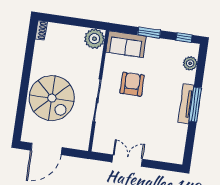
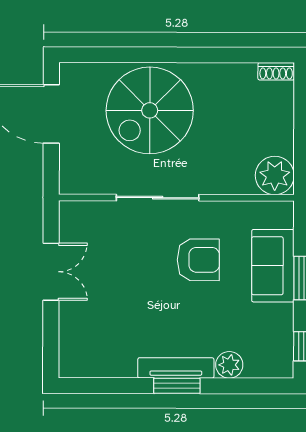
sofa: (126, 44) -> (273, 266), moved
plant: (190, 63) -> (229, 365), moved
window: (195, 104) -> (177, 386), width x0.69

